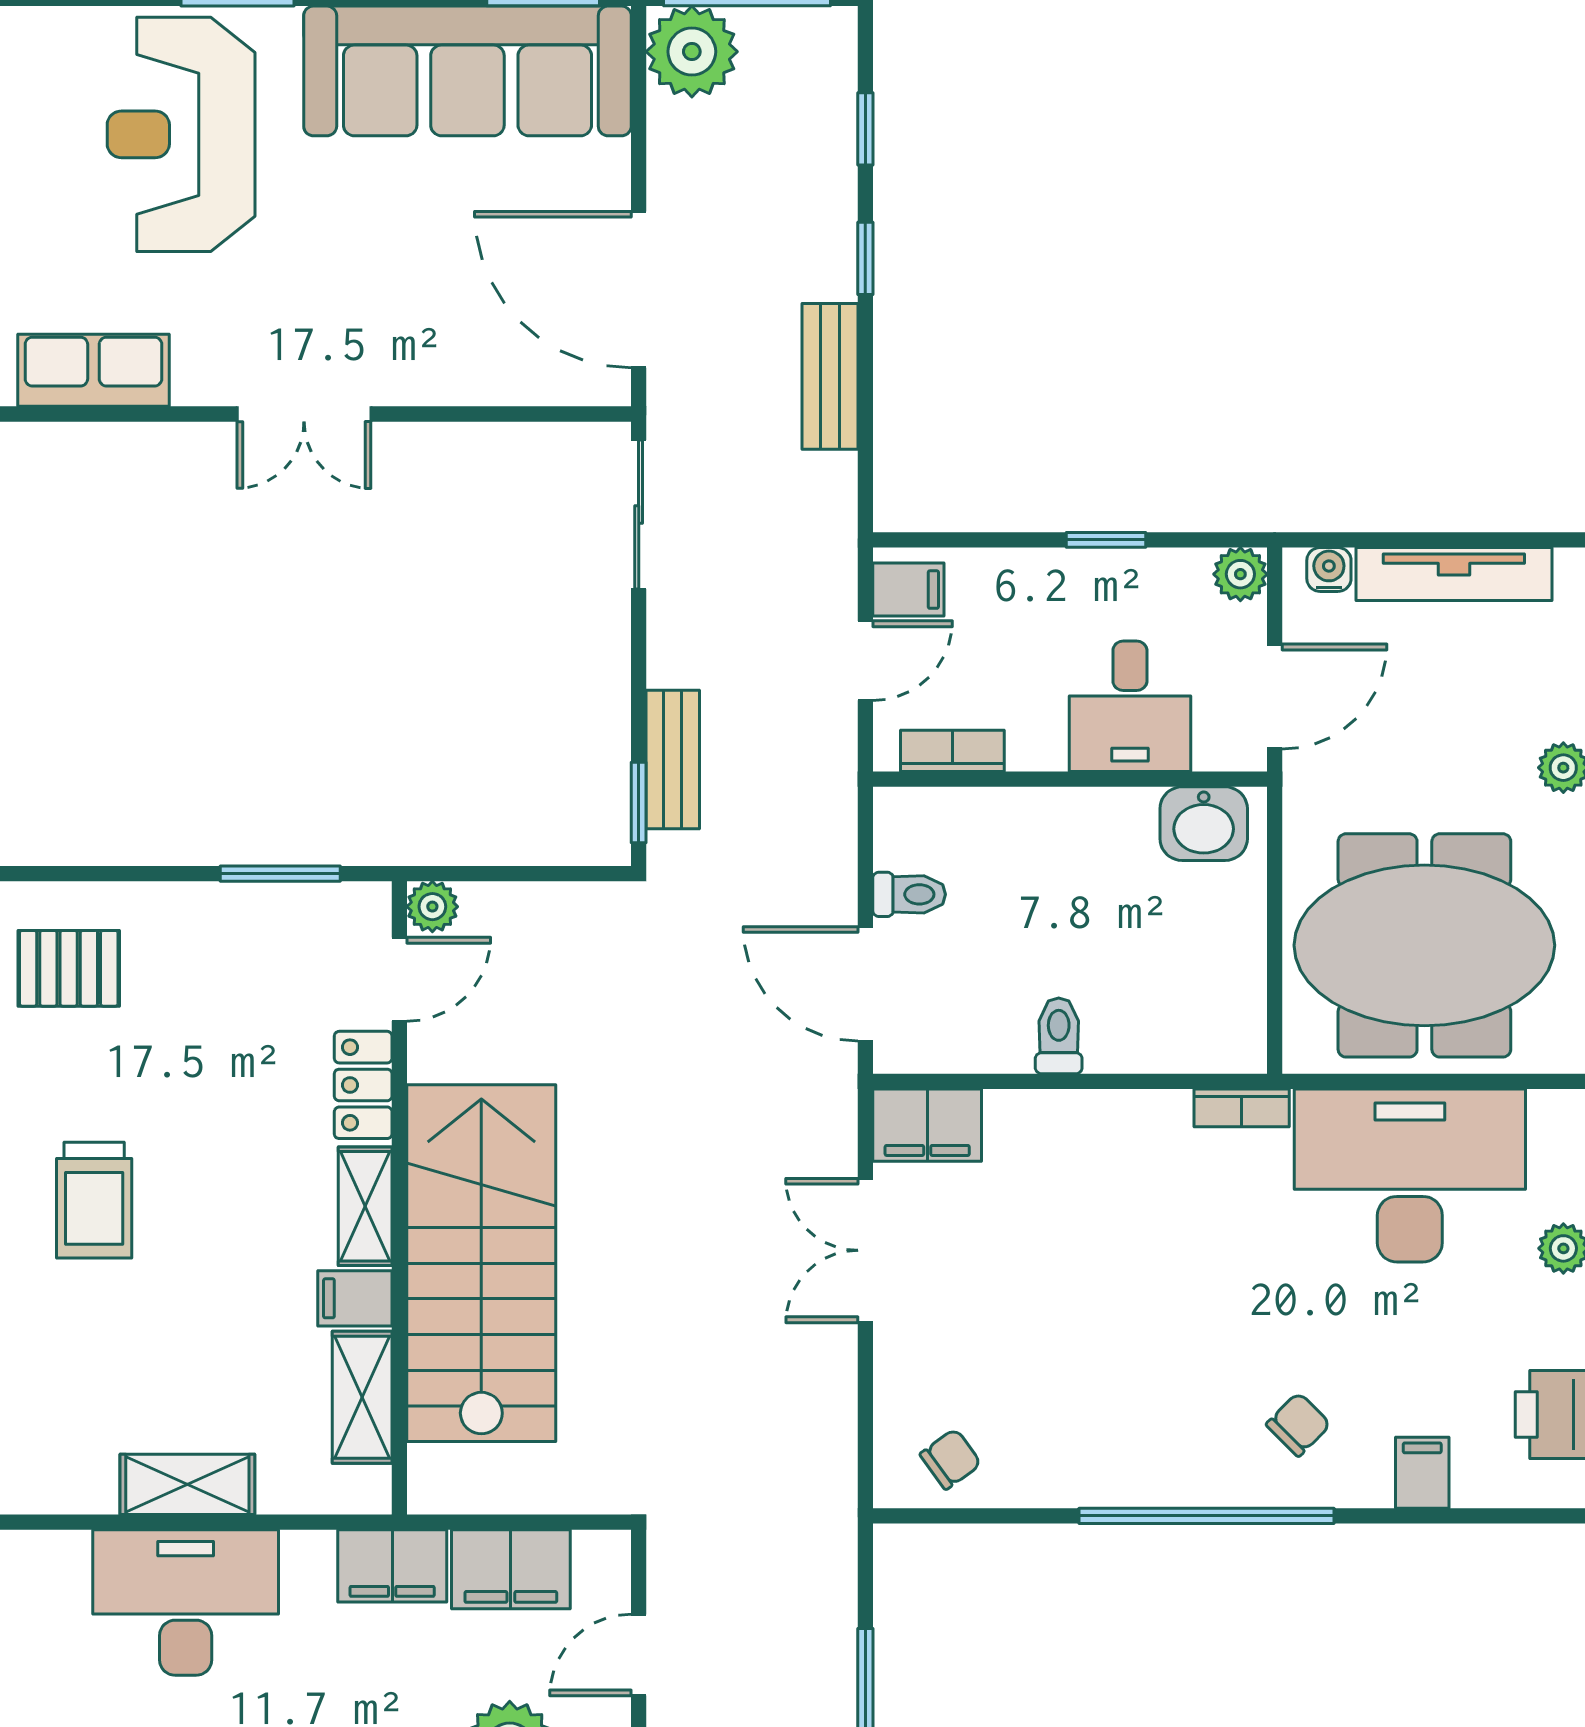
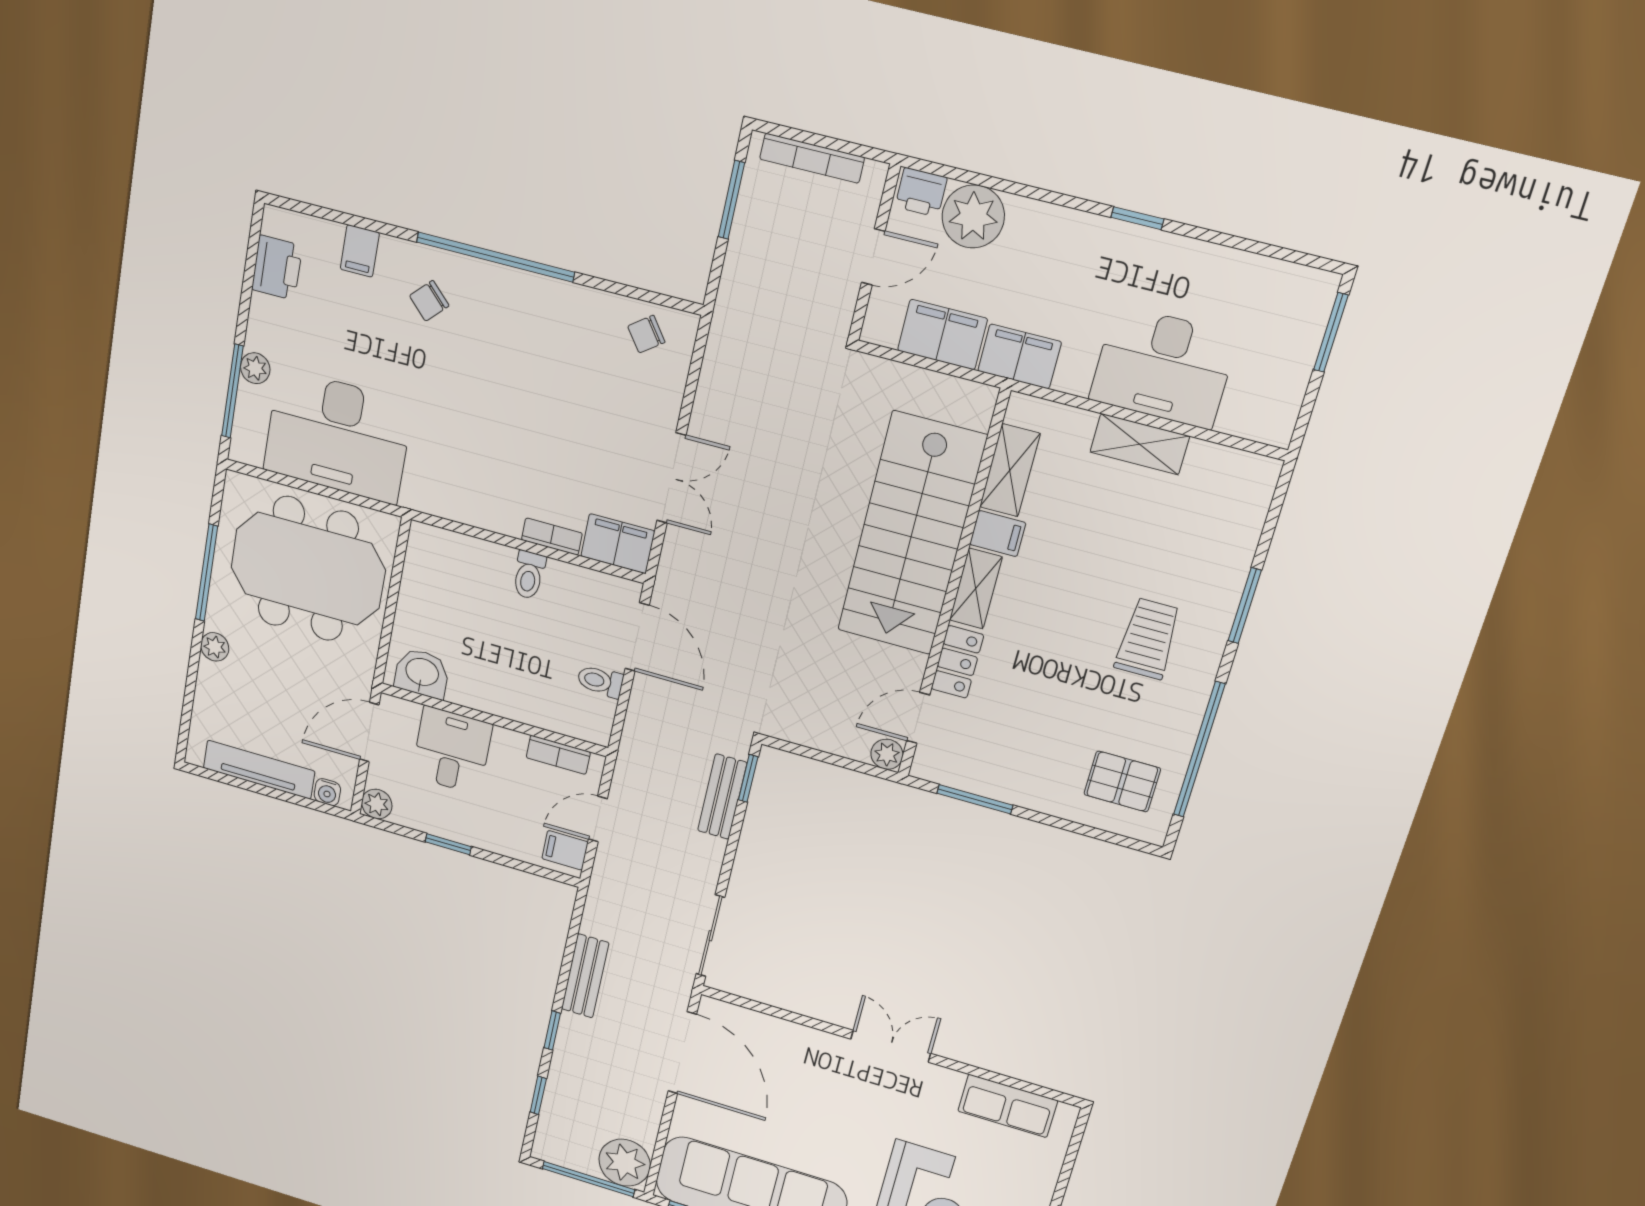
bookcase: (1242, 1108) -> (552, 537), moved

